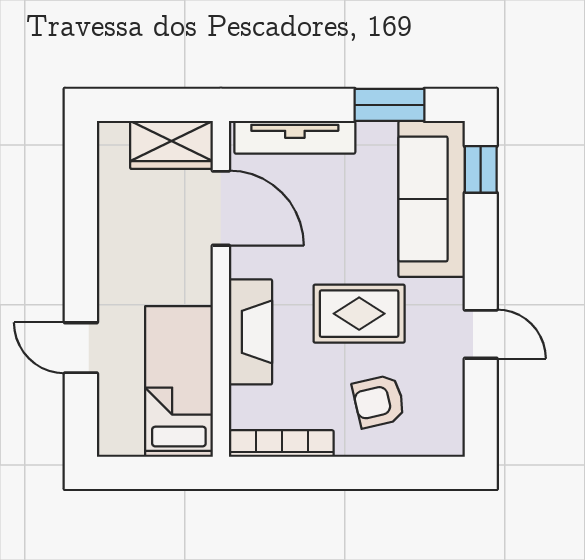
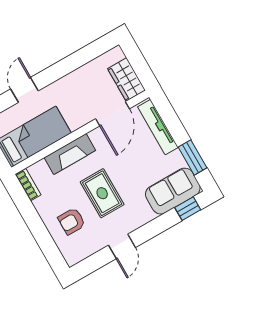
sofa: (432, 199) -> (173, 191), width x0.73
armchair: (379, 401) -> (72, 221), turned -77
bookcase: (282, 444) -> (28, 185), width x0.64

